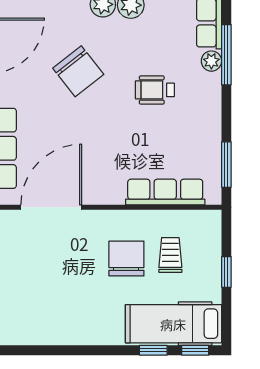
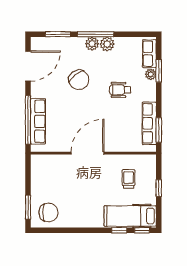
window: (226, 55) -> (159, 71), width x0.69
row of seats: (165, 192) -> (149, 123), moved, turned -90
door: (51, 207) -> (88, 153), moved
chair: (126, 258) -> (48, 212), moved, turned 90

